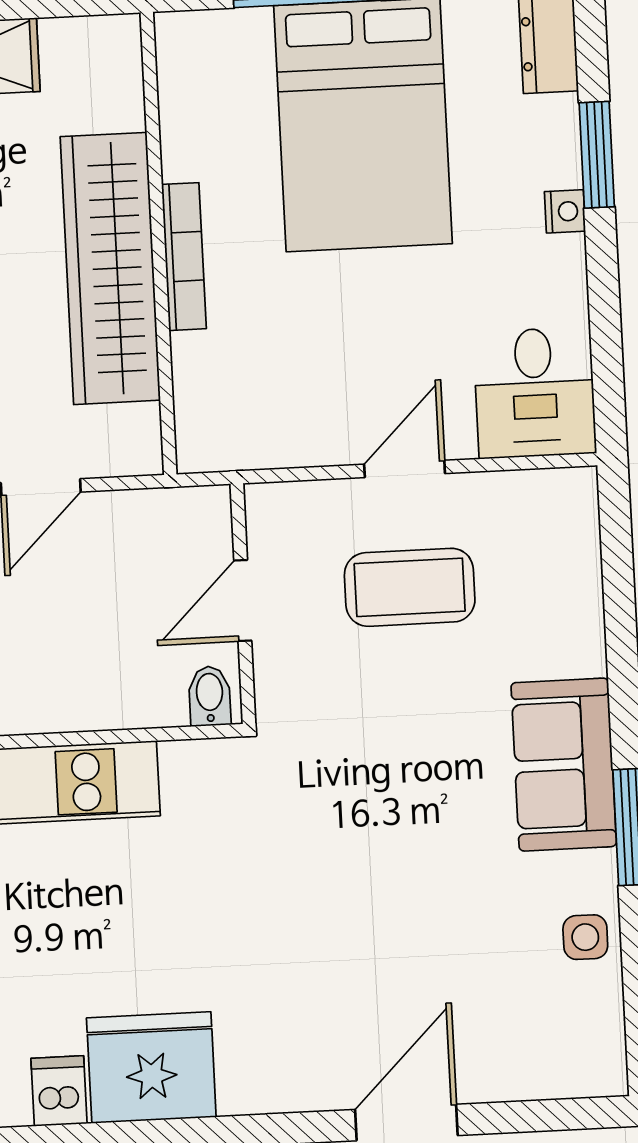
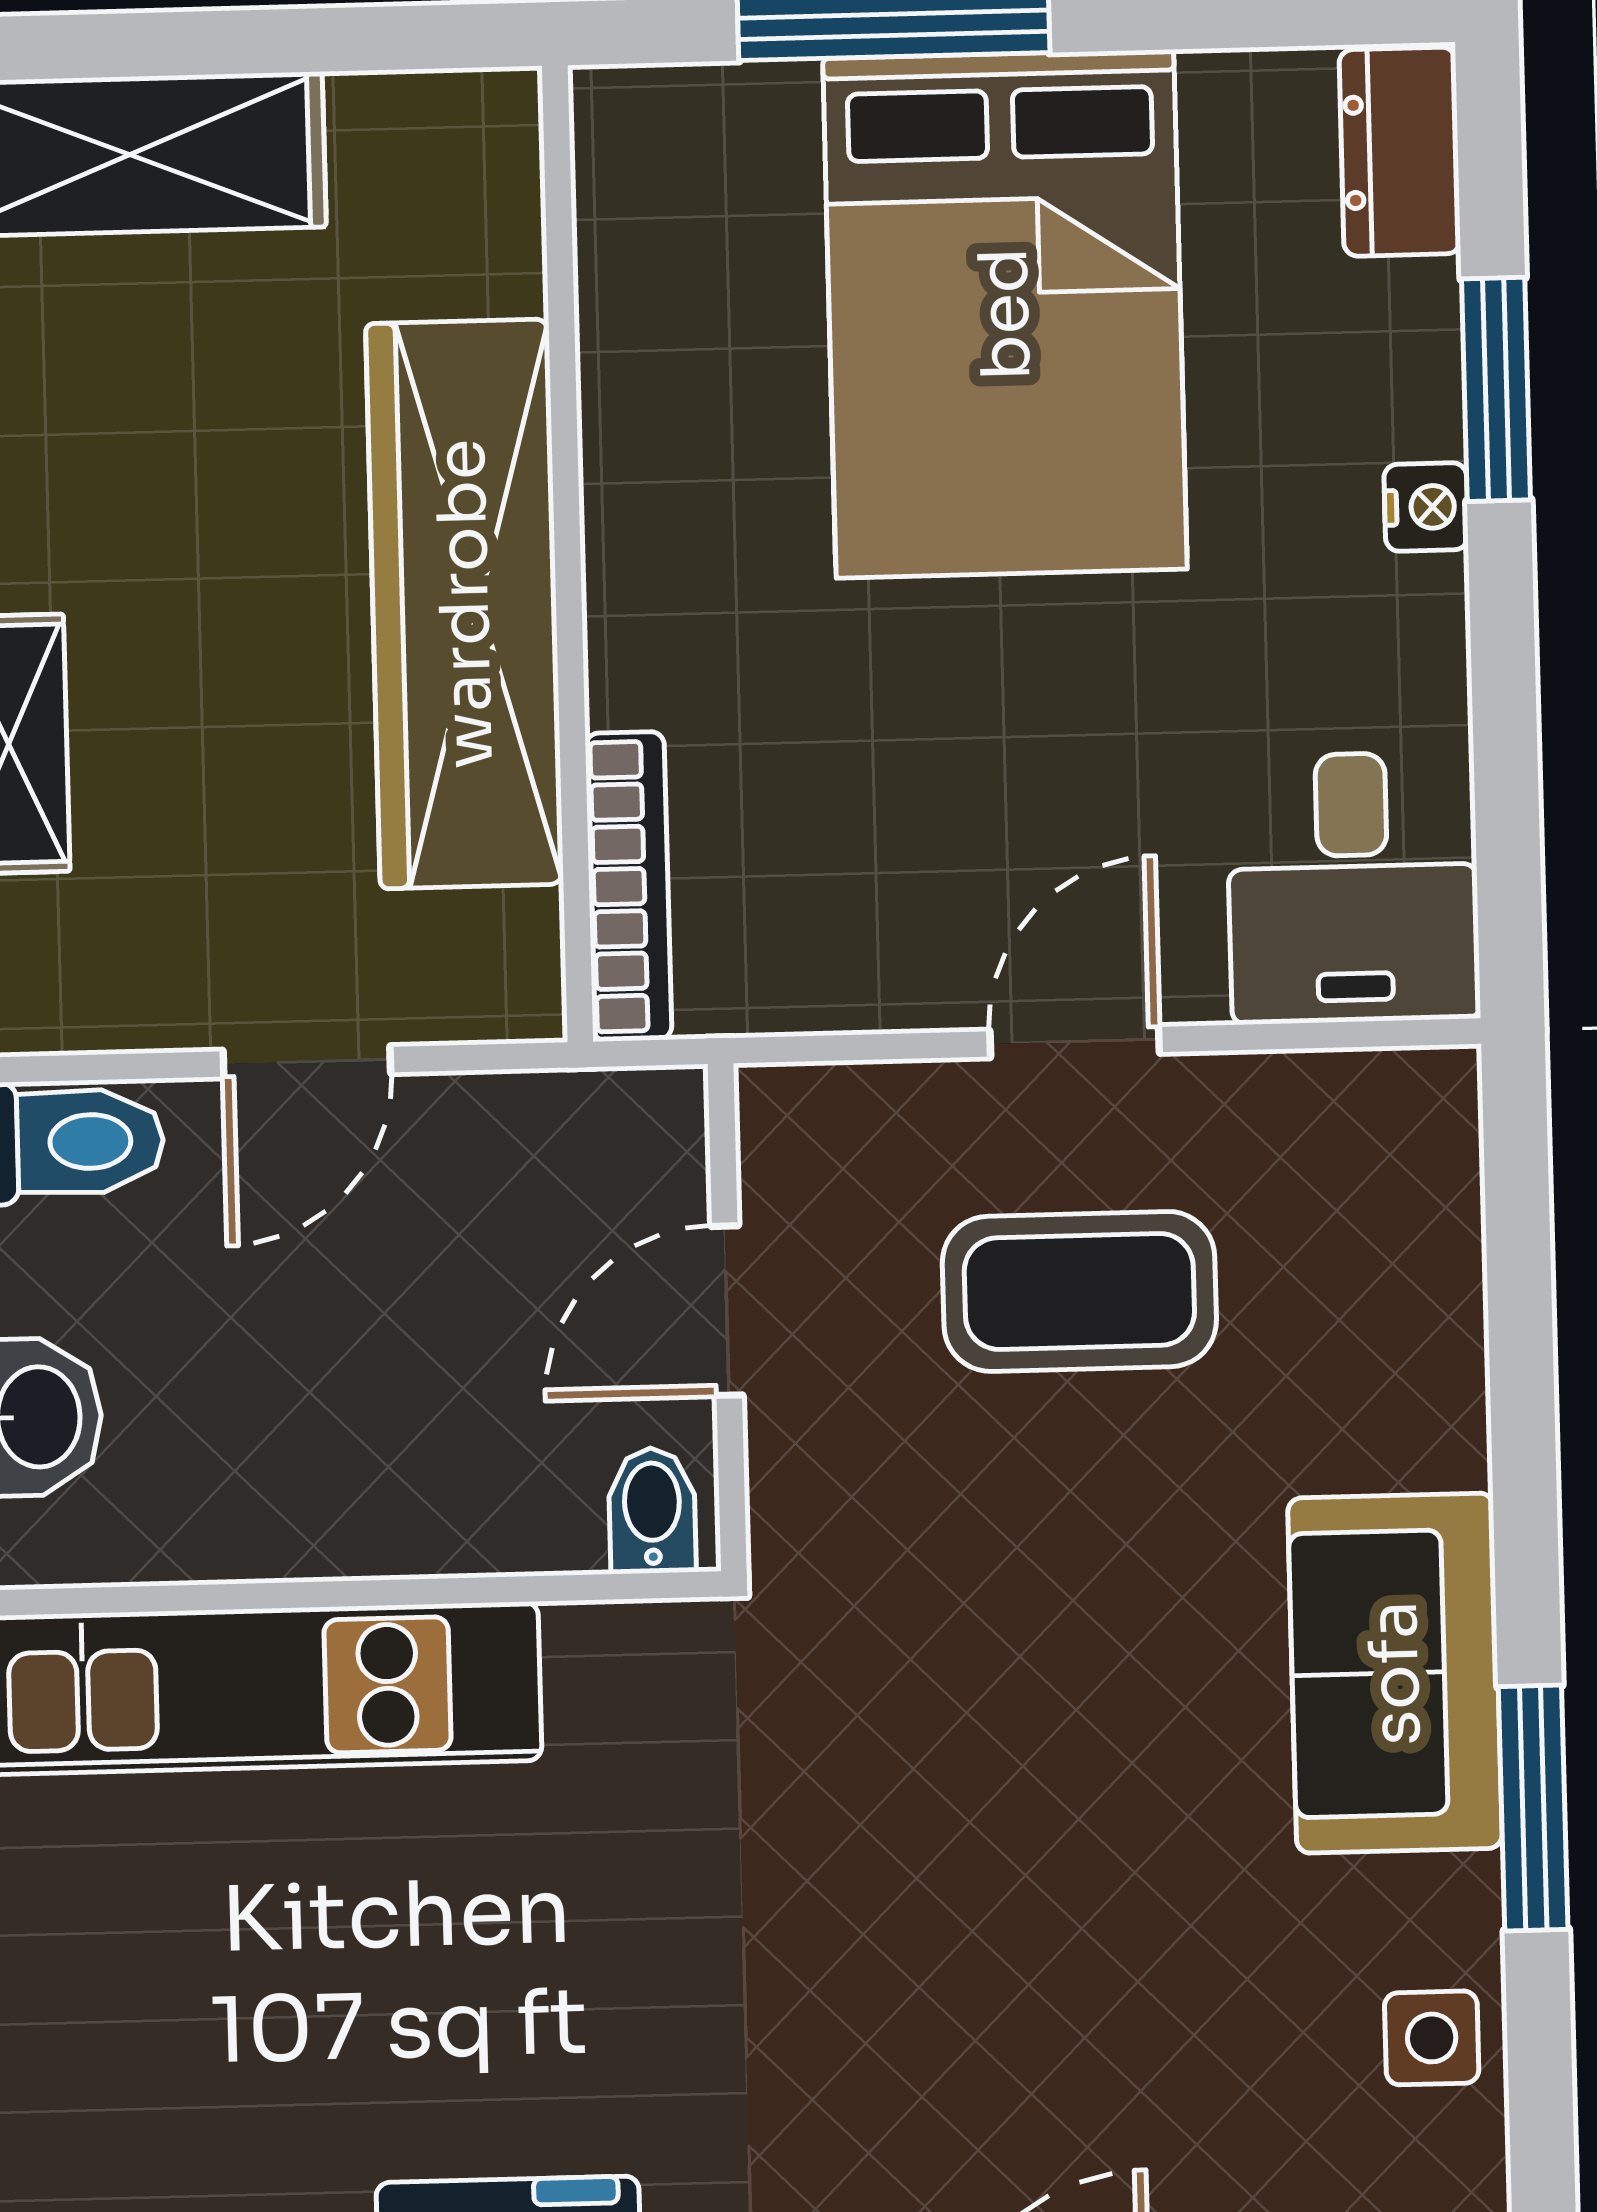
bookcase: (184, 257) -> (628, 886), moved

